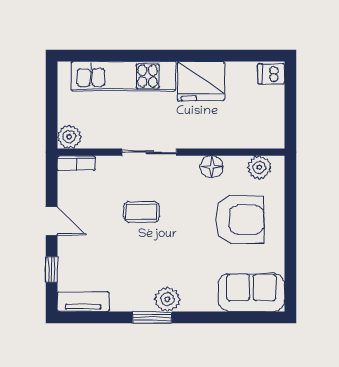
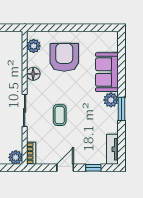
sofa: (251, 292) -> (107, 72), moved

